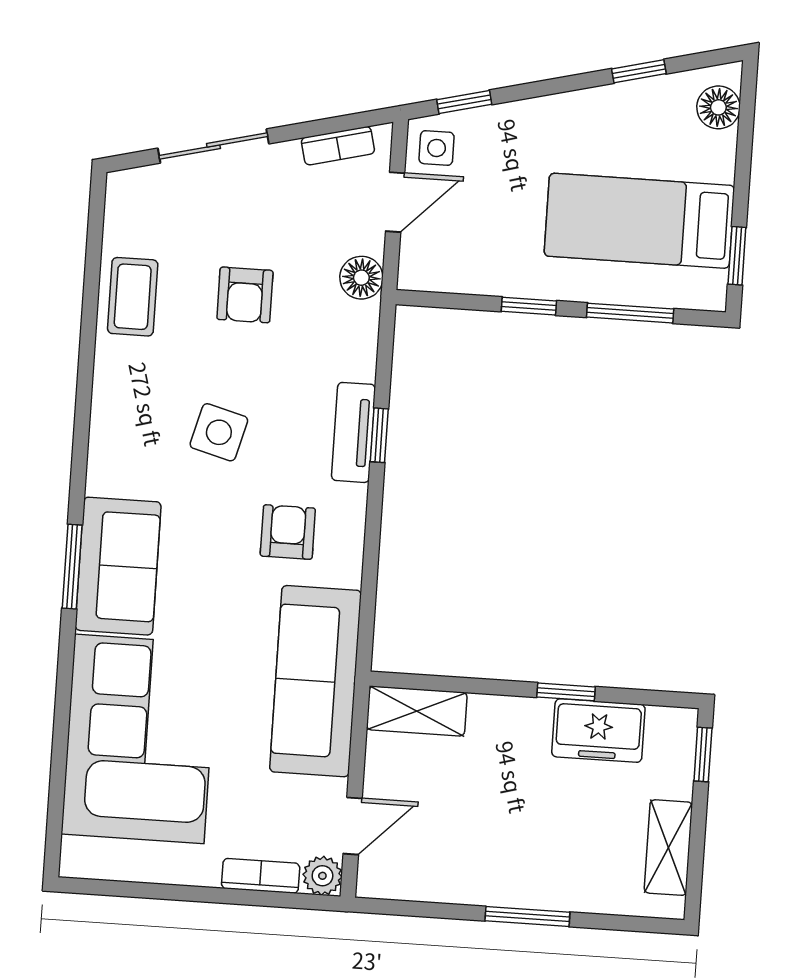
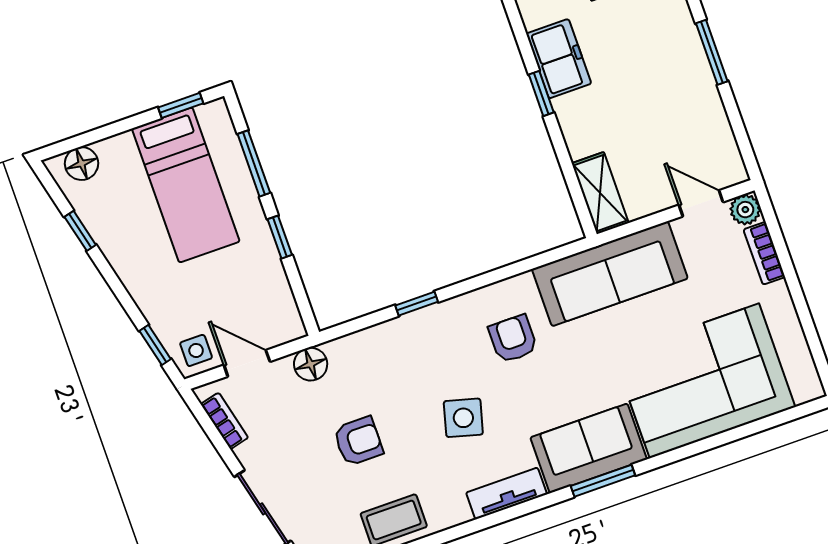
tv unit: (353, 432) -> (507, 493), moved, turned 180
armchair: (288, 532) -> (513, 339), turned 90

